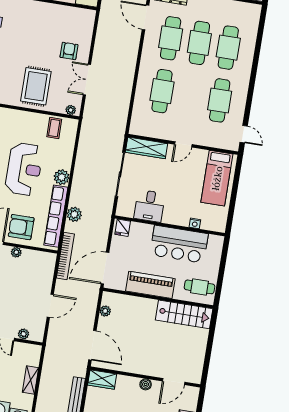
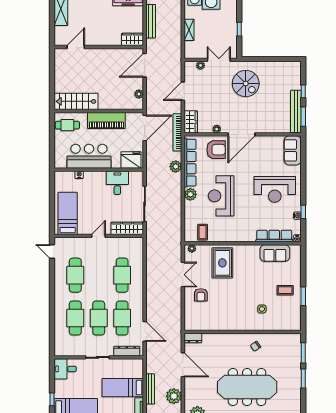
fridge: (123, 228) -> (131, 160), width x1.88, depth x1.34
wardrobe: (47, 266) -> (191, 122), added
door: (92, 345) -> (145, 65), hinge flipped
boiler: (146, 384) -> (98, 41), removed

